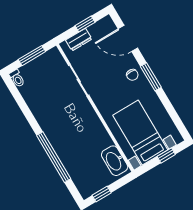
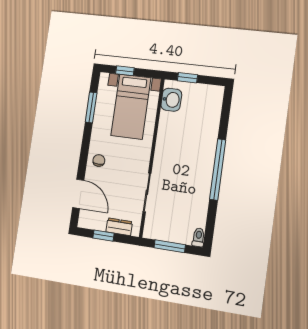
window: (151, 77) -> (91, 107), moved
window: (54, 157) -> (218, 170), moved
washbasin: (115, 161) -> (171, 100), width x0.72
window: (102, 194) -> (187, 78), moved

